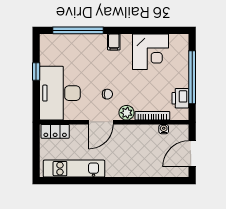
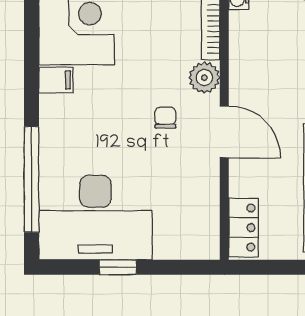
filing cabinet: (114, 42) -> (56, 80), moved
desk: (60, 93) -> (96, 218), moved

